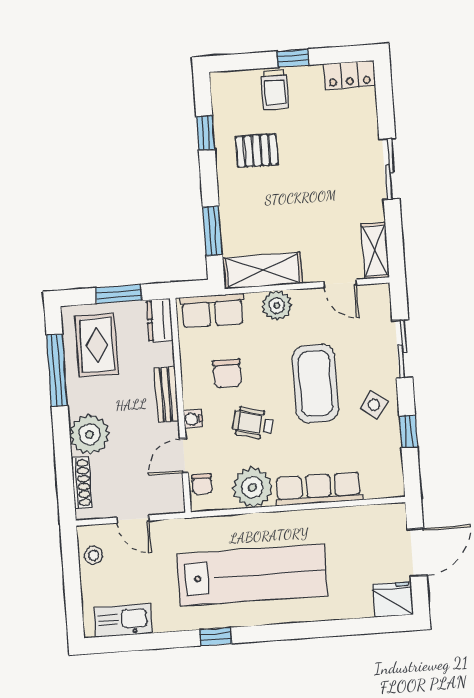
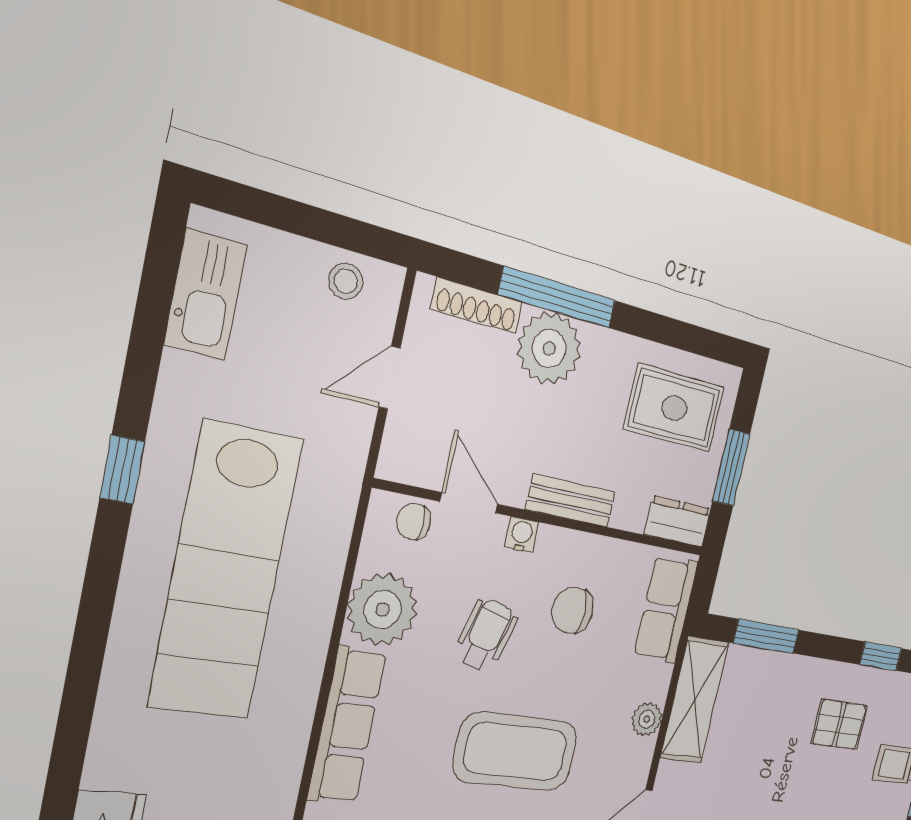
pallet: (257, 151) -> (839, 724), turned 90
plant: (277, 305) -> (647, 719), width x0.73, depth x0.73
window: (57, 370) -> (557, 298), moved

